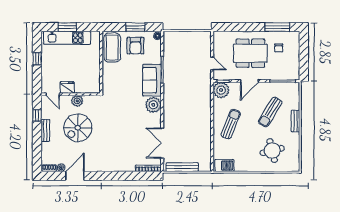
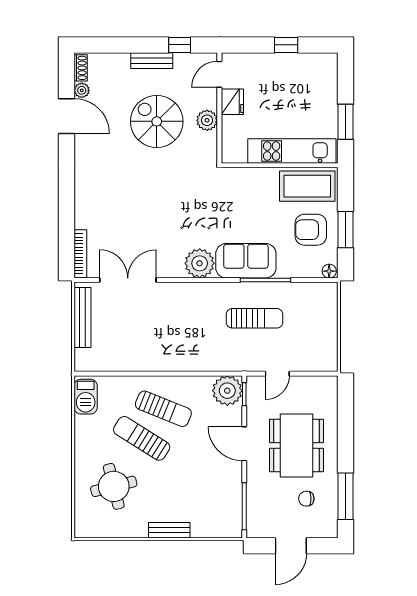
window: (67, 27) -> (346, 122), moved
kitchen unit: (67, 38) -> (292, 151), moved, turned 90
door: (304, 56) -> (291, 546), added
sun lounger: (183, 76) -> (255, 318), added
sun lounger: (270, 112) -> (142, 438), moved

